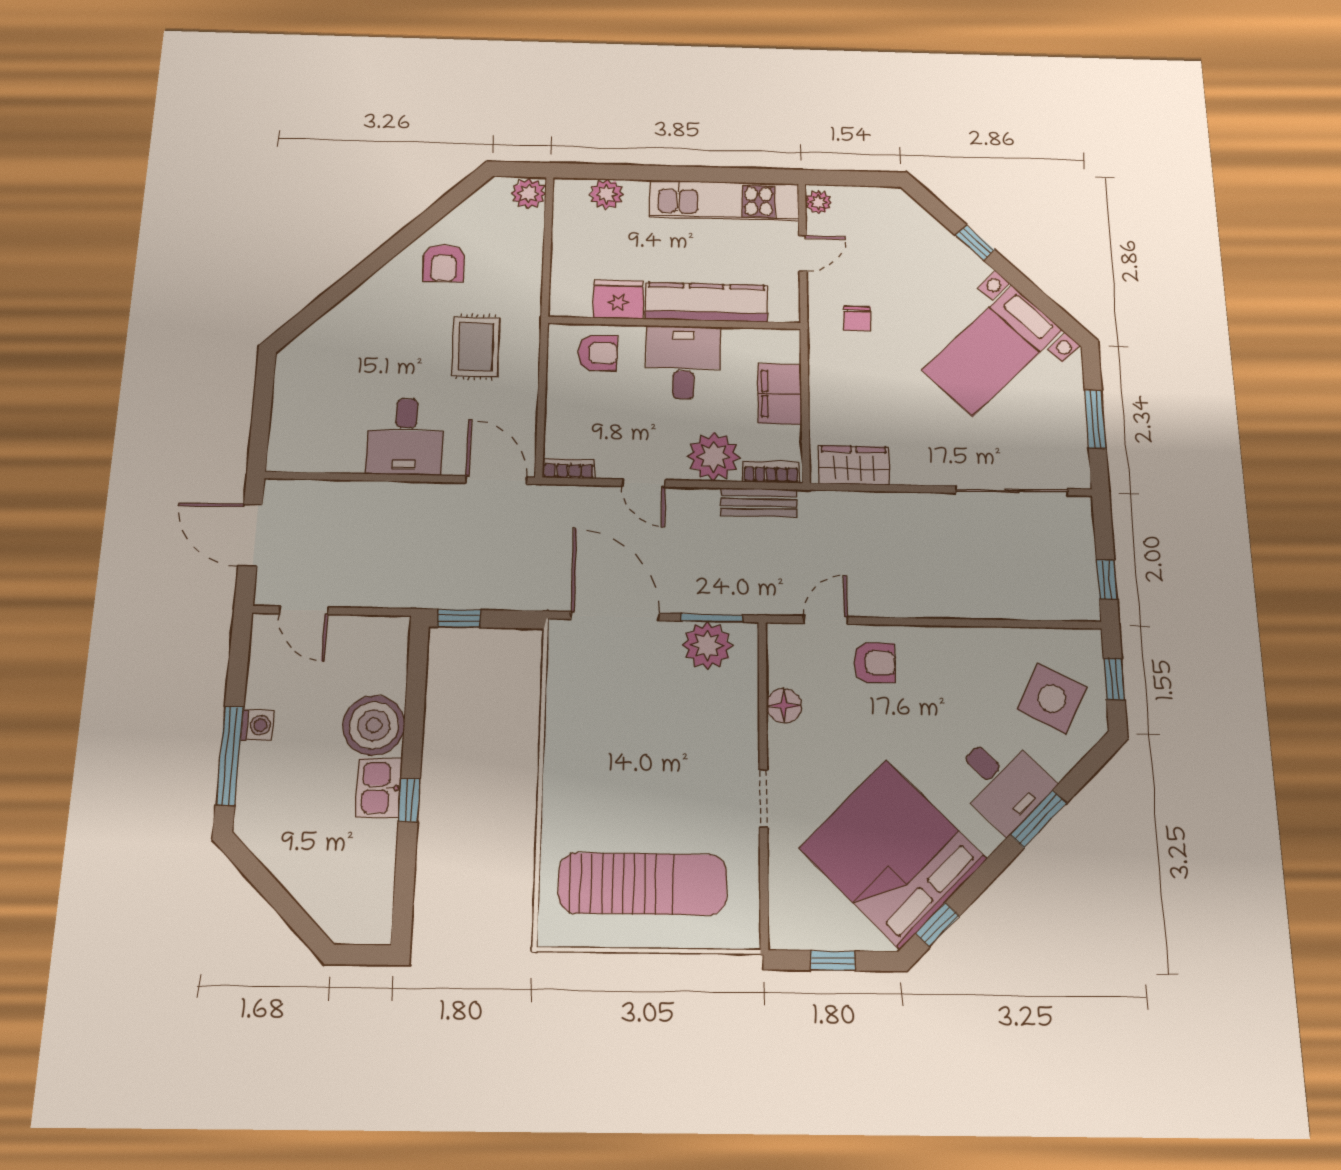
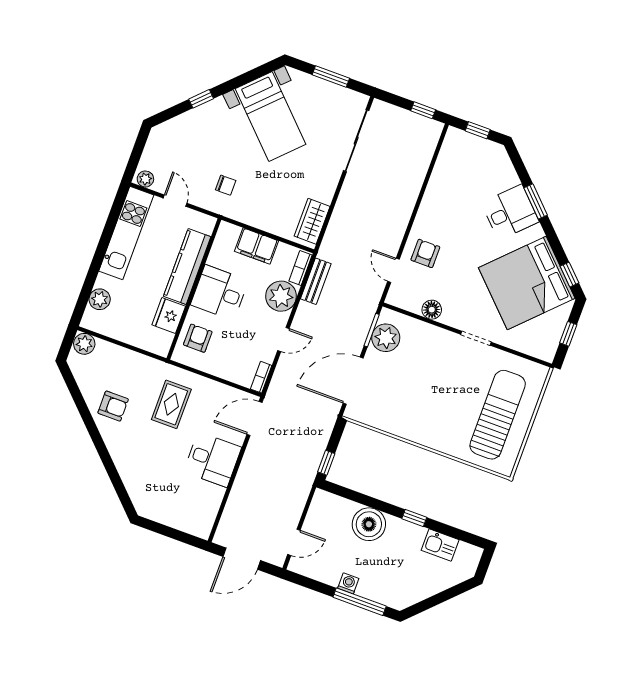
rug: (476, 347) -> (171, 404), turned 90
side table: (1052, 699) -> (477, 168), removed
kitchen sink: (379, 788) -> (440, 545), moved

